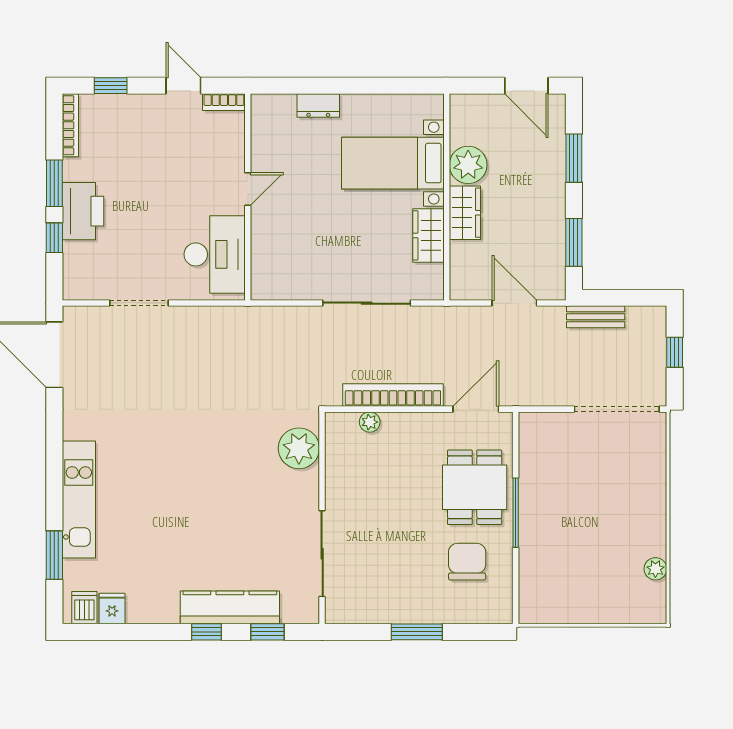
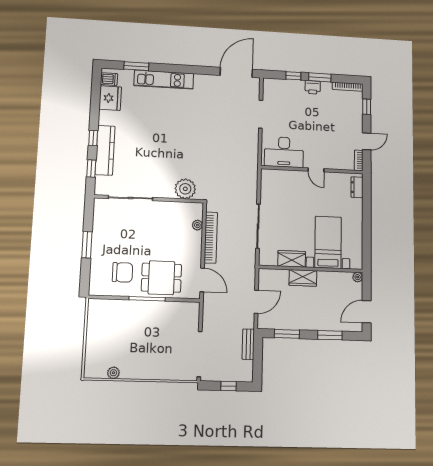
dresser: (318, 106) -> (357, 187), moved
plant: (468, 165) -> (358, 277), moved, width x0.53, depth x0.53
printer: (83, 211) -> (313, 87), width x0.53, depth x0.68
fridge: (112, 608) -> (110, 98), width x1.88, depth x1.34

